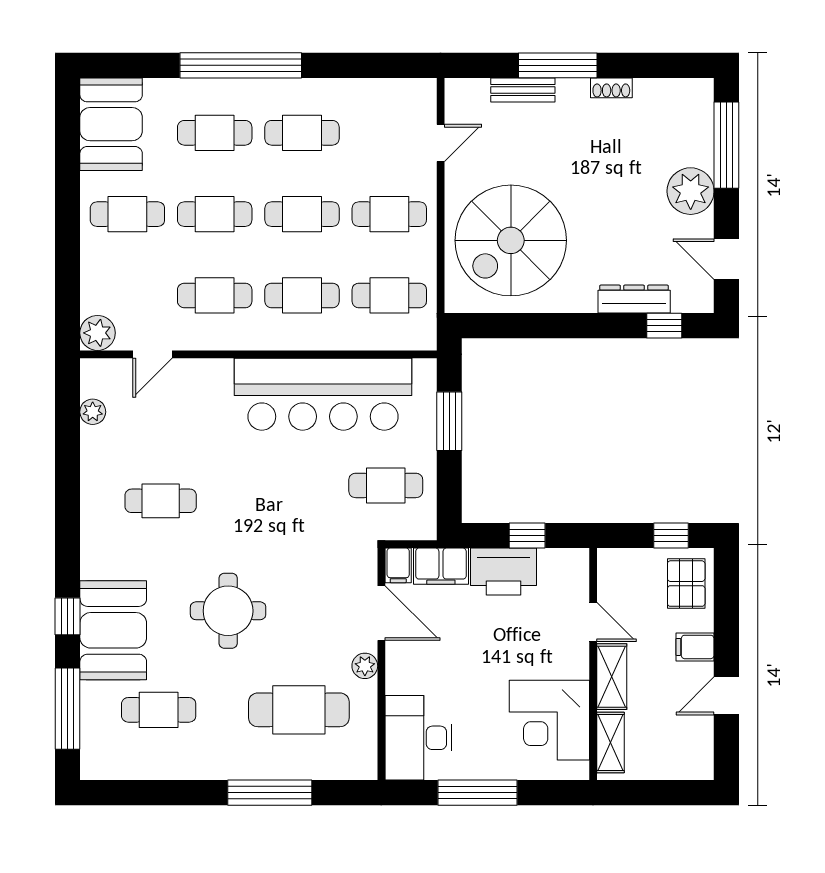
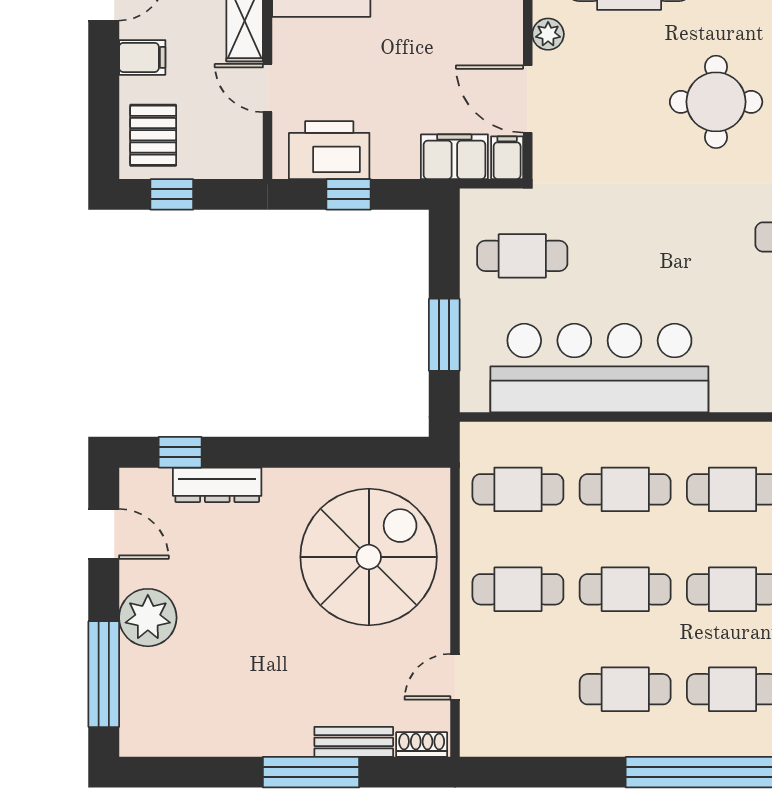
shoe rack: (611, 88) -> (422, 745), moved
printer: (504, 572) -> (329, 150), moved

